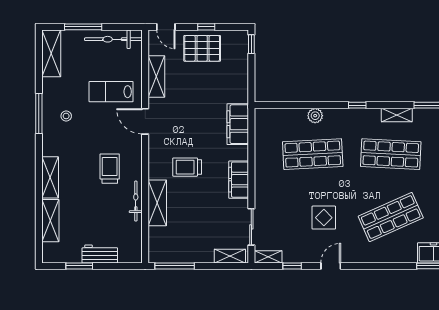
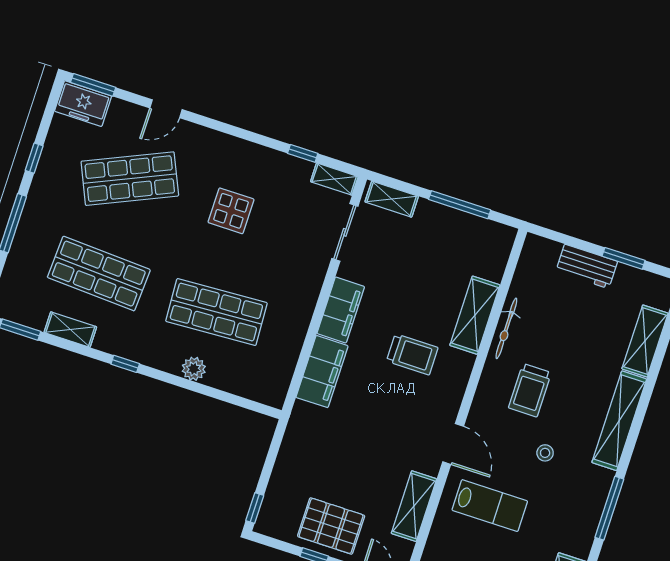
stool: (66, 116) -> (545, 453), moved
filing cabinet: (238, 124) -> (322, 372), moved
shelving: (50, 177) -> (619, 421), width x1.47
window: (175, 266) -> (460, 205), moved
door: (331, 266) -> (166, 109), moved

